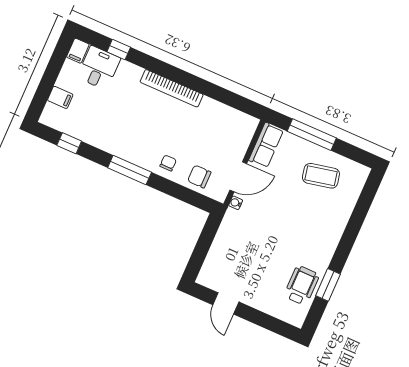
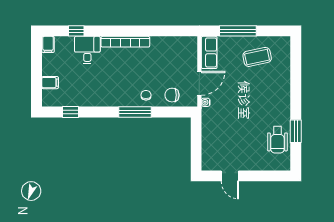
desk: (99, 68) -> (87, 50), moved
window: (130, 170) -> (135, 112), moved
wheelchair: (302, 285) -> (277, 140), turned 180

